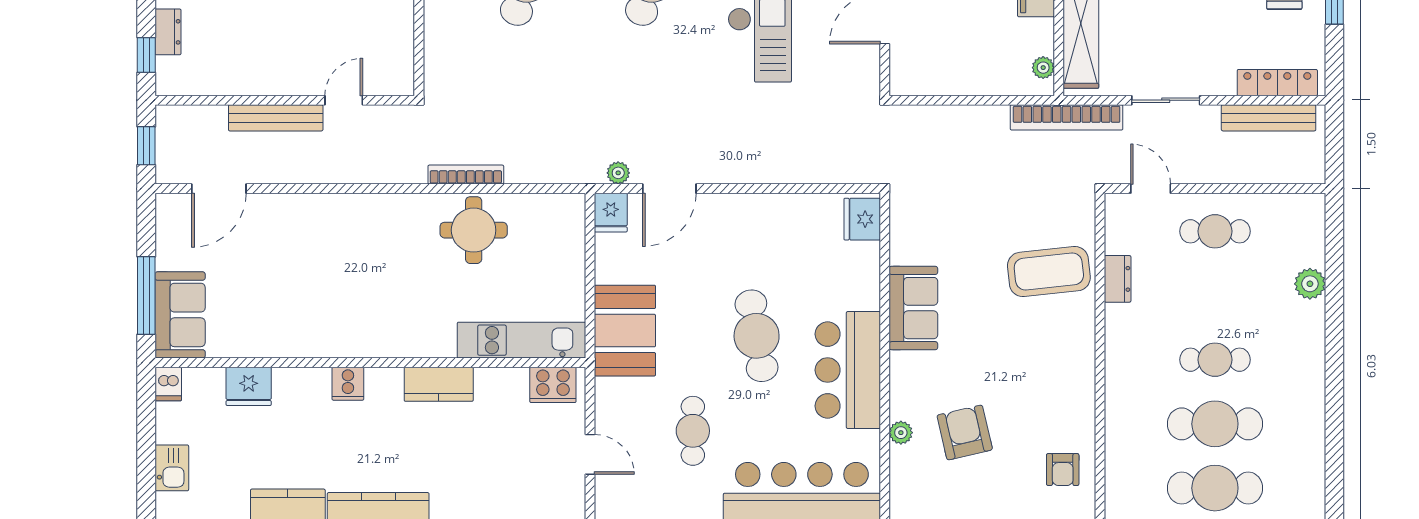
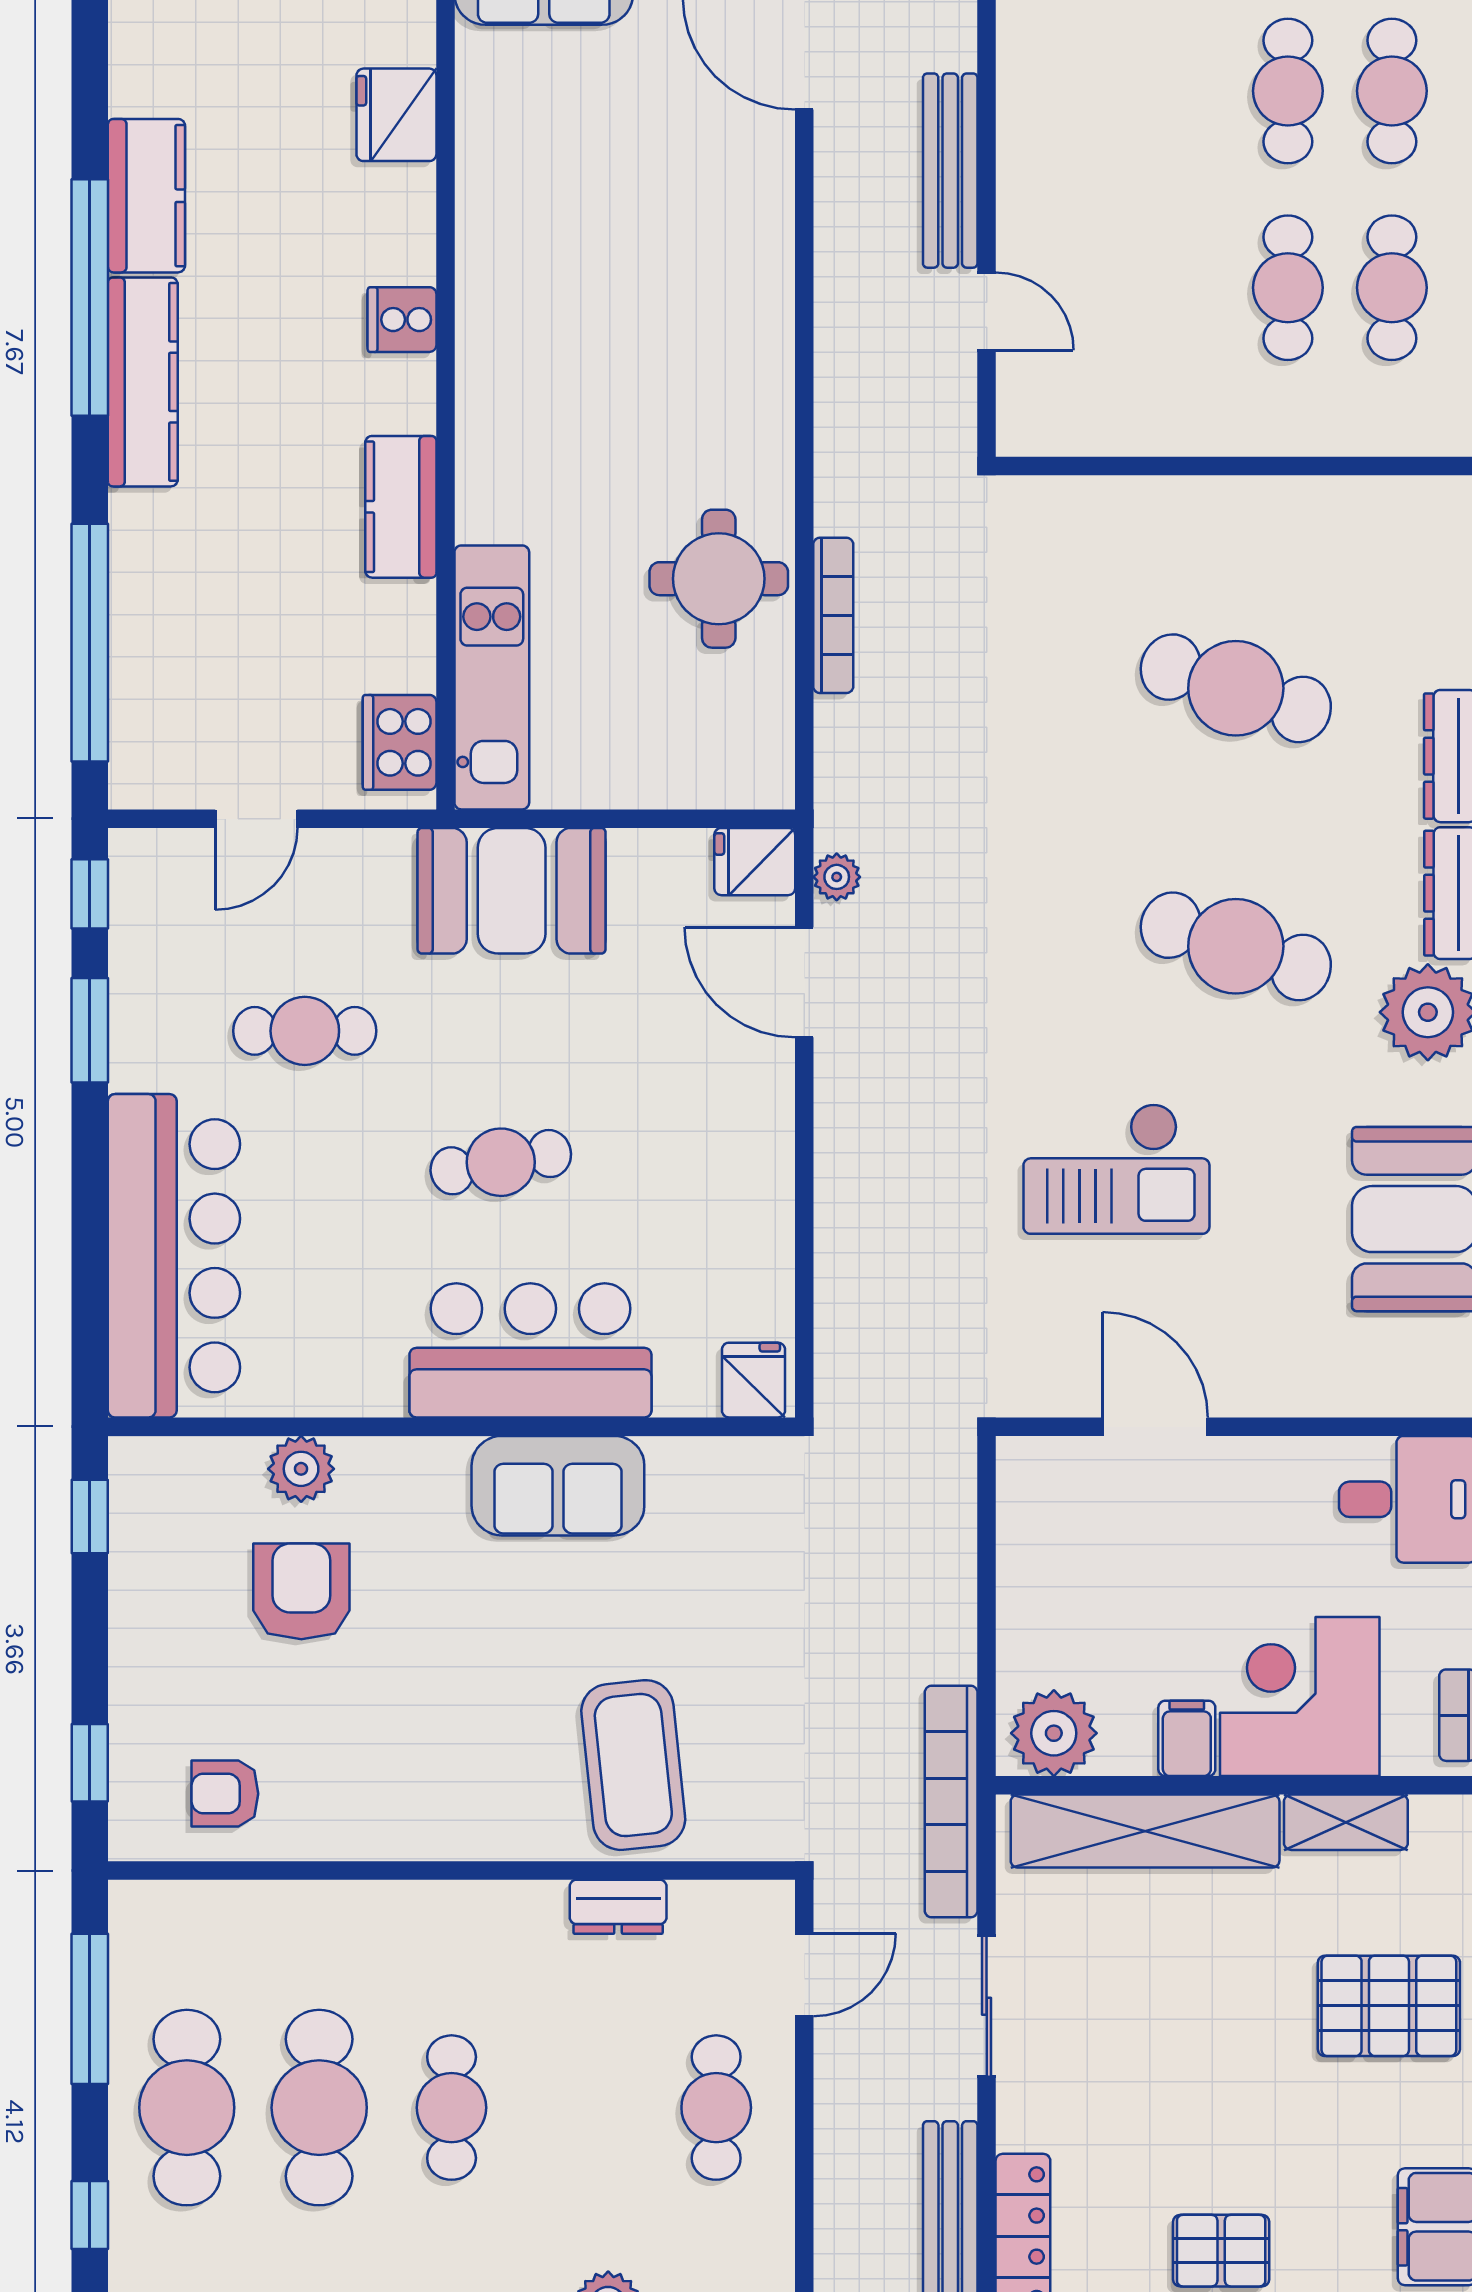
plant: (1043, 68) -> (1054, 1733), width x1.88, depth x1.88
bookcase: (466, 175) -> (833, 615), moved
fridge: (862, 219) -> (753, 1380), width x0.72
cafe table: (757, 336) -> (501, 1162), width x0.73, depth x0.74
bar counter: (848, 370) -> (530, 1350), moved
armchair: (965, 432) -> (301, 1591), turned -77
plant: (901, 433) -> (301, 1469), width x1.38, depth x1.38

